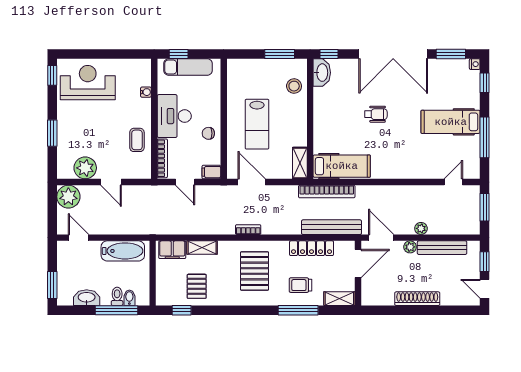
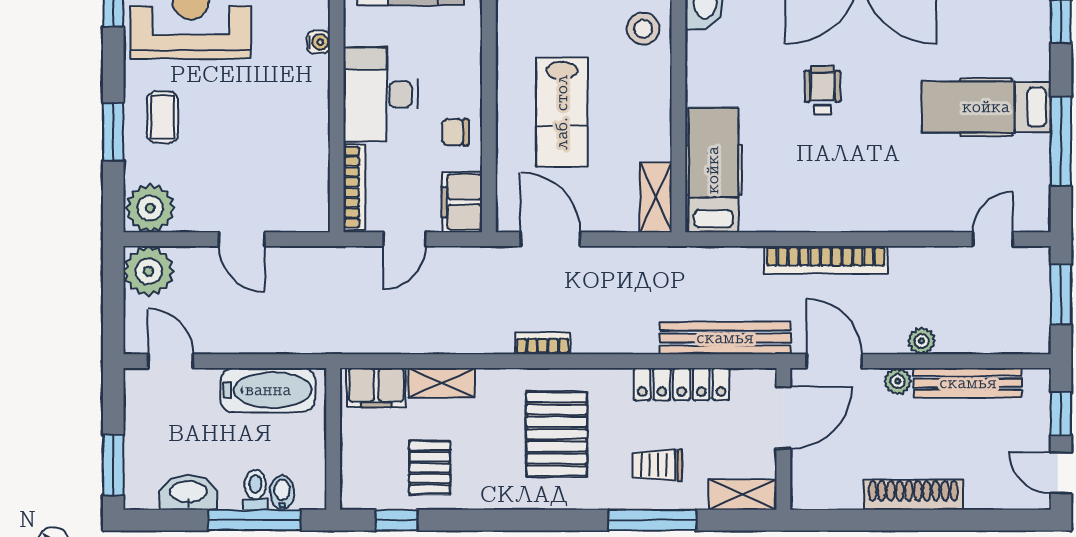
wheelchair: (376, 114) -> (822, 90), turned -90
coffee table: (137, 140) -> (162, 117), moved
hospital bed: (342, 166) -> (713, 170), moved, turned -90
plant: (85, 168) -> (150, 208), moved
filing cabinet: (211, 172) -> (462, 202), width x2.00
door: (185, 182) -> (404, 239), hinge flipped
bookcase: (327, 192) -> (826, 260), moved

